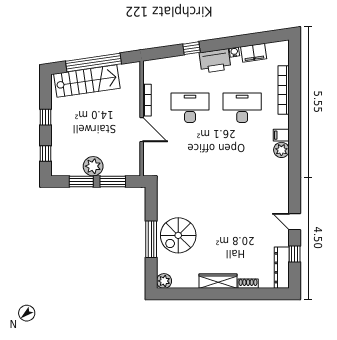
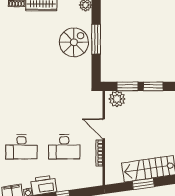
window: (93, 62) -> (143, 184), width x0.47
plant: (93, 166) -> (117, 99), moved

